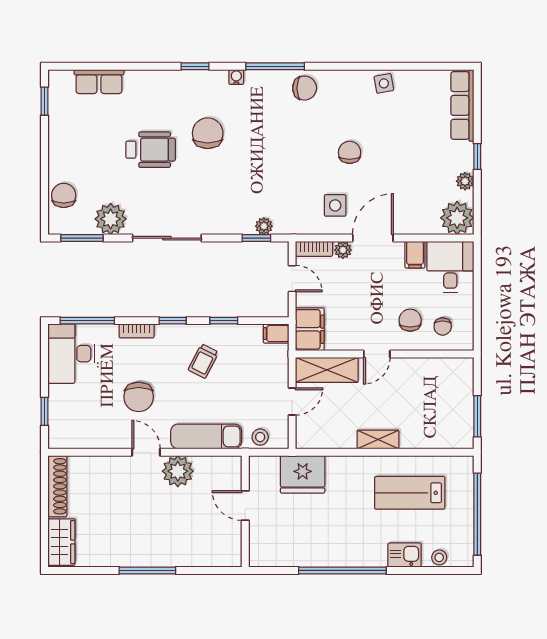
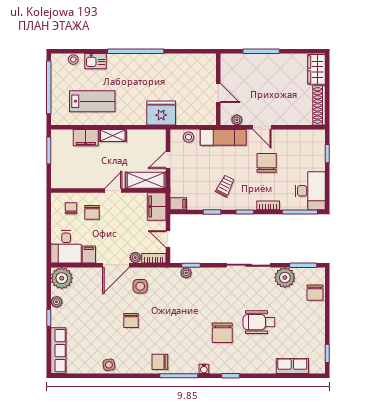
filing cabinet: (420, 436) -> (86, 138), added
plant: (178, 471) -> (237, 120), width x0.53, depth x0.53
door: (245, 506) -> (218, 93), moved
wall: (245, 511) -> (218, 89), moved

